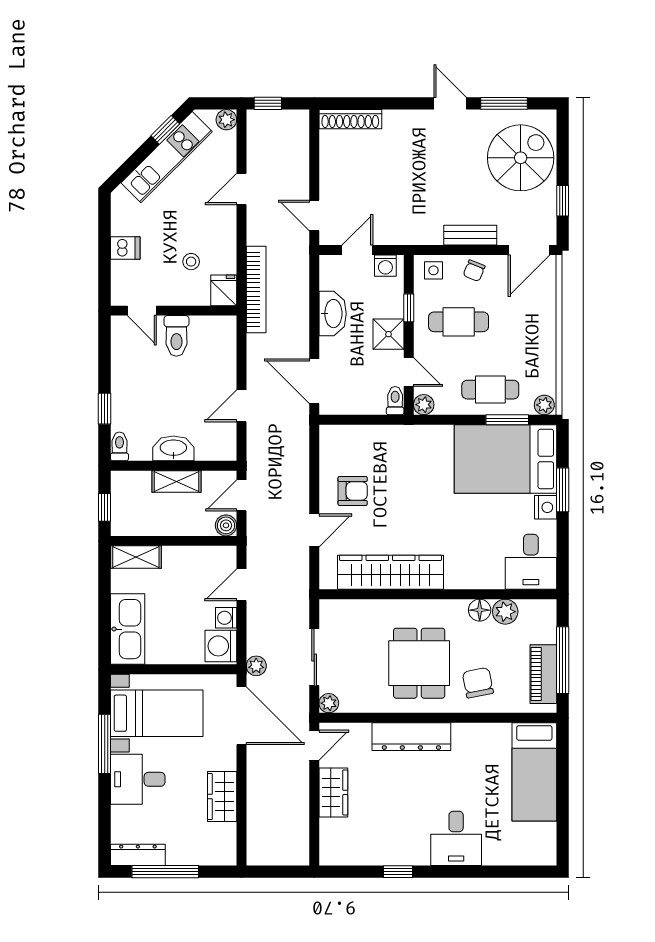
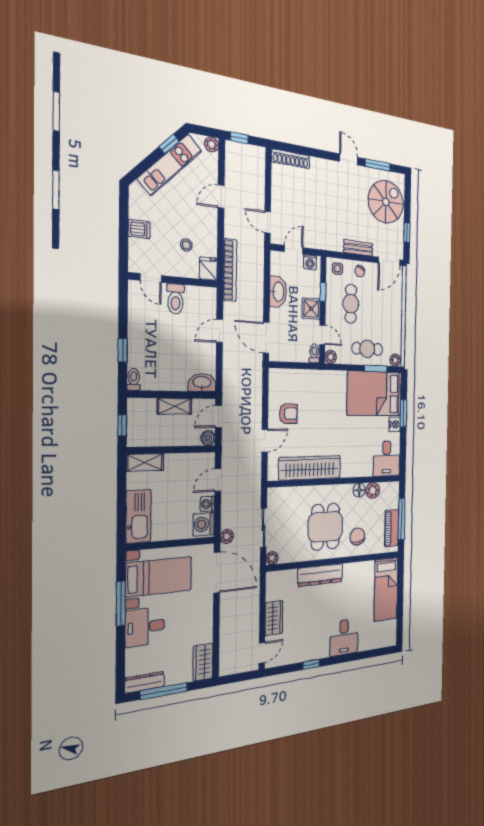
cafe table: (459, 322) -> (351, 304), turned 90
door: (241, 406) -> (220, 331), moved
washbasin: (173, 448) -> (202, 383), moved
door: (314, 745) -> (262, 653), moved
wardrobe: (222, 797) -> (203, 662), moved

